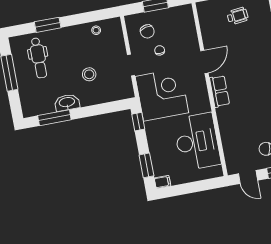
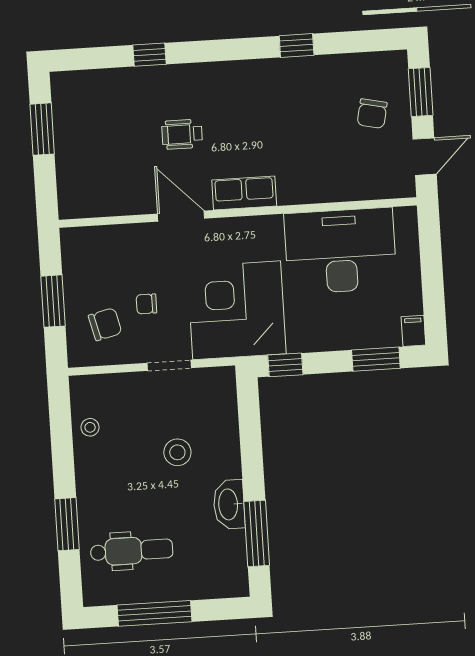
wheelchair: (238, 16) -> (182, 134), moved, turned -84

